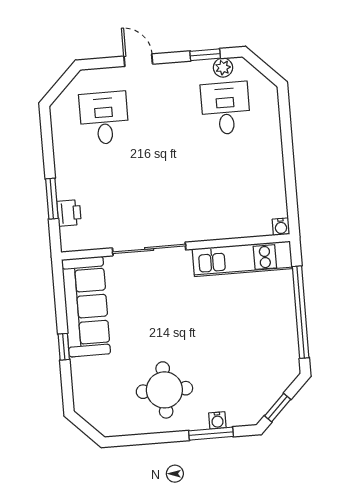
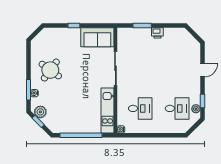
desk: (104, 118) -> (140, 108), moved
printer: (69, 213) -> (157, 33), moved
sofa: (86, 307) -> (97, 37), width x0.73
round table: (164, 390) -> (50, 70), turned 36
plant: (257, 404) -> (40, 112), added

